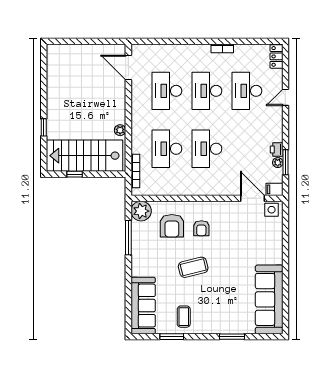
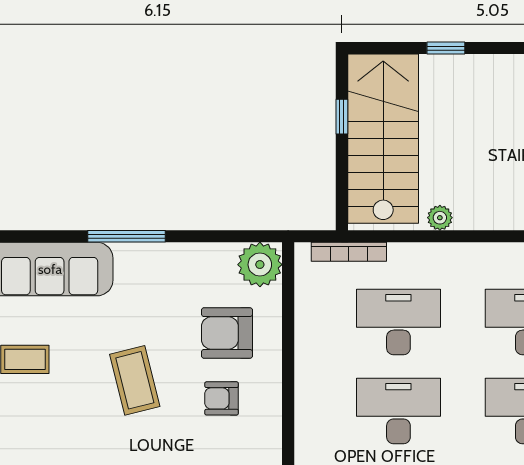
window: (128, 238) -> (126, 236), moved

